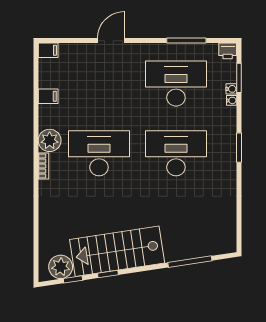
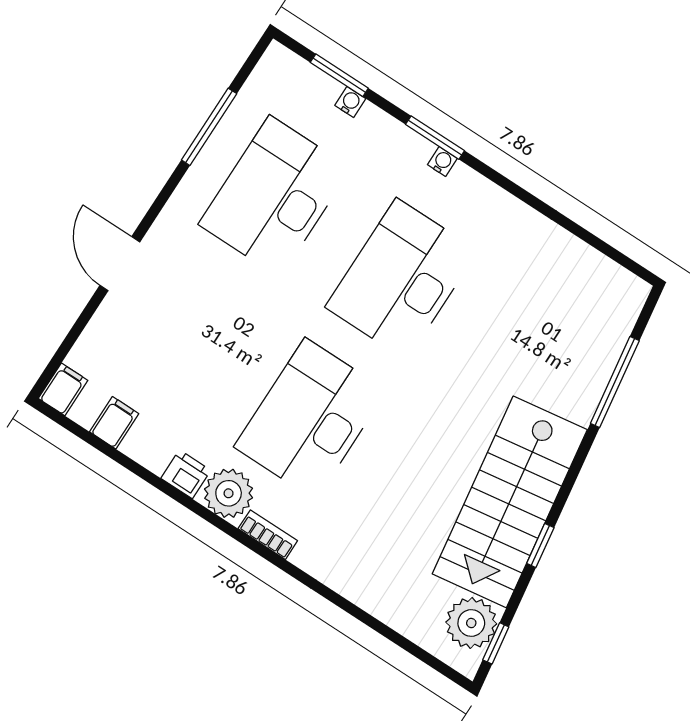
printer: (228, 51) -> (186, 474), moved, turned -90
filing cabinet: (48, 96) -> (114, 423), moved
water cooler: (232, 100) -> (442, 162), moved
window: (239, 148) -> (435, 138), moved
window: (73, 279) -> (496, 643), moved

